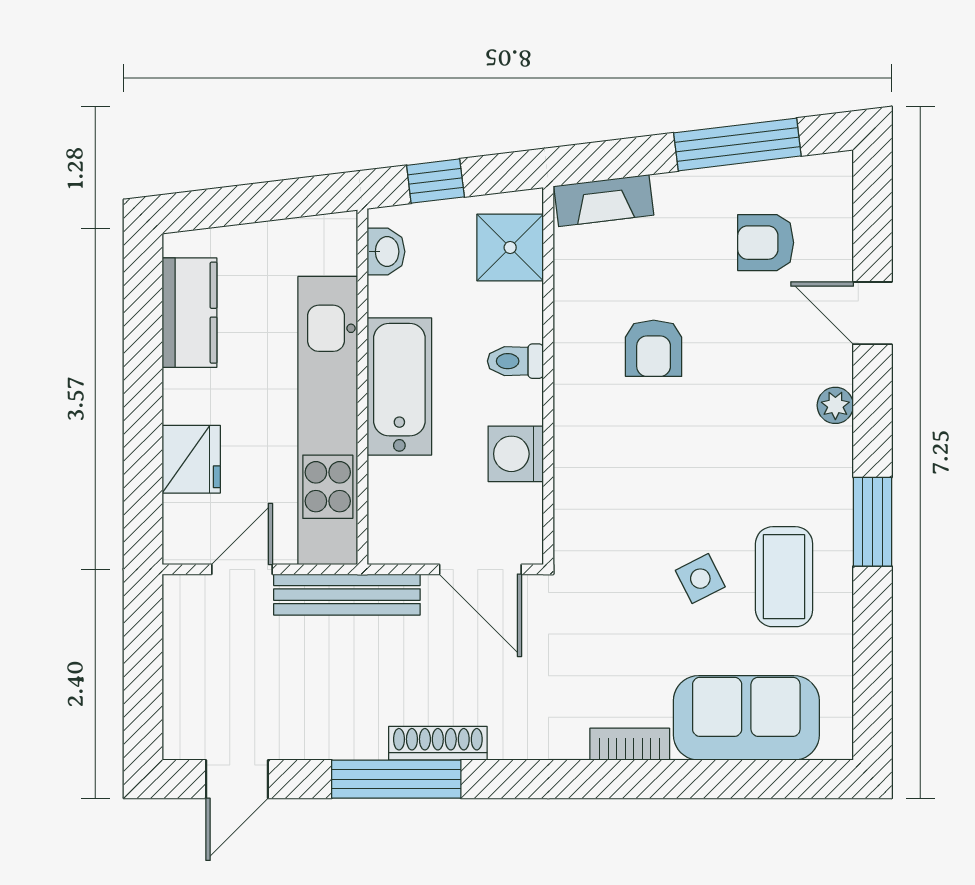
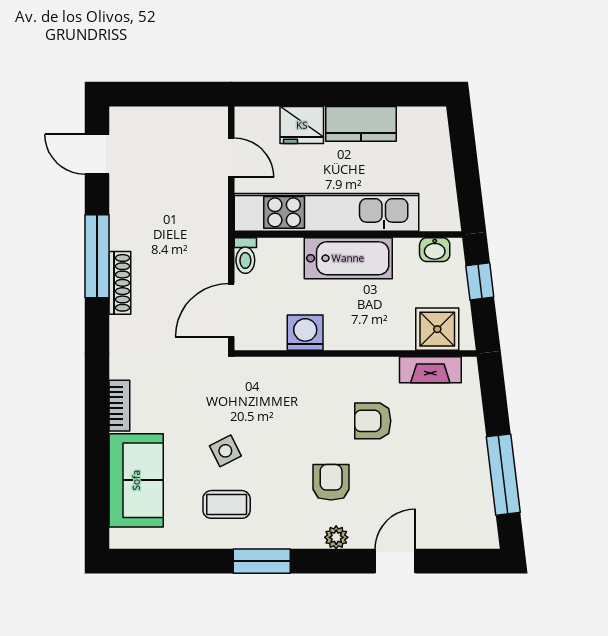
fireplace: (604, 201) -> (430, 370), moved, turned -83
armchair: (766, 243) -> (331, 482), moved
kitchen counter: (189, 313) -> (361, 124), moved
toilet: (515, 361) -> (245, 255), moved, turned 180
coffee table: (784, 577) -> (227, 504), width x0.73, depth x0.77
bench: (347, 595) -> (215, 225), removed

